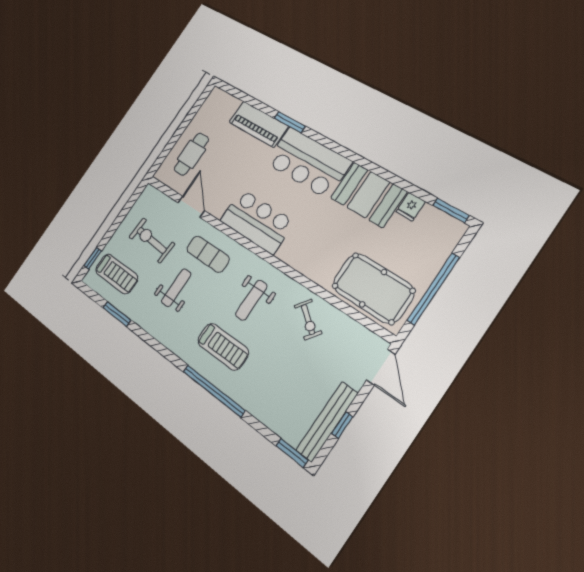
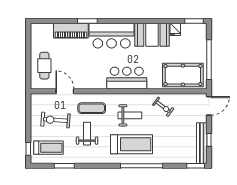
bar counter: (257, 221) -> (127, 78), moved
weight bench: (251, 300) -> (130, 115), turned -90
treadmill: (223, 347) -> (131, 144), width x1.37, depth x1.38
door: (381, 367) -> (209, 106), hinge flipped

